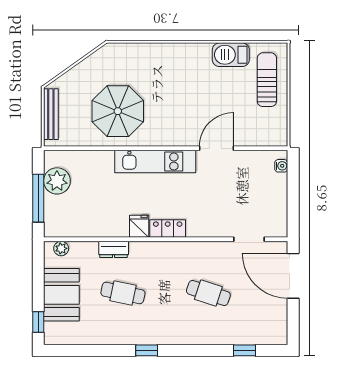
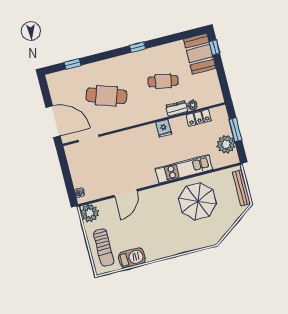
plant: (275, 133) -> (90, 213), added
kitchen unit: (155, 162) -> (184, 169), moved
window: (38, 198) -> (236, 130), width x0.69
locker: (168, 229) -> (199, 118), moved
plant: (61, 248) -> (193, 105), moved
cafe table: (208, 293) -> (106, 96), width x1.37, depth x1.35
booth: (61, 295) -> (200, 54), moved

